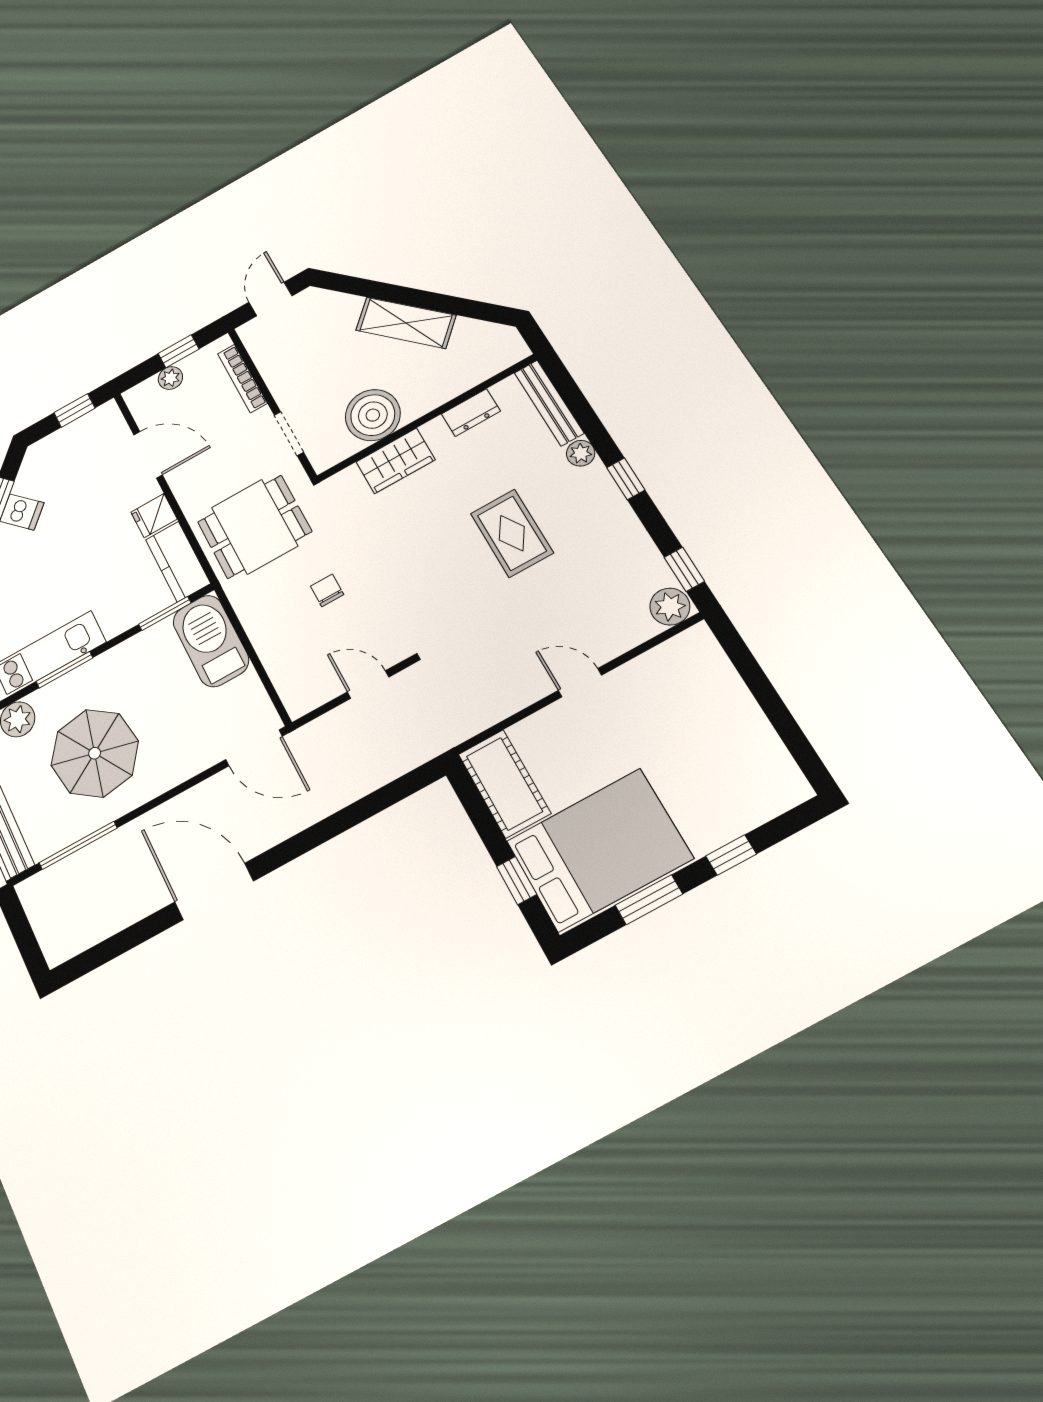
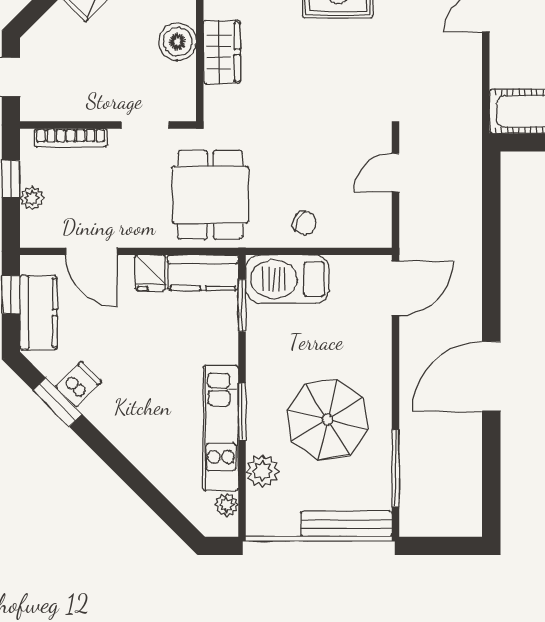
boiler: (373, 415) -> (177, 42), width x0.73, depth x0.73
kitchen counter: (70, 442) -> (38, 312), added
door: (148, 455) -> (92, 251), swing flipped
chair: (327, 590) -> (304, 223), moved, turned -152

